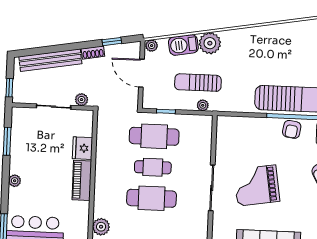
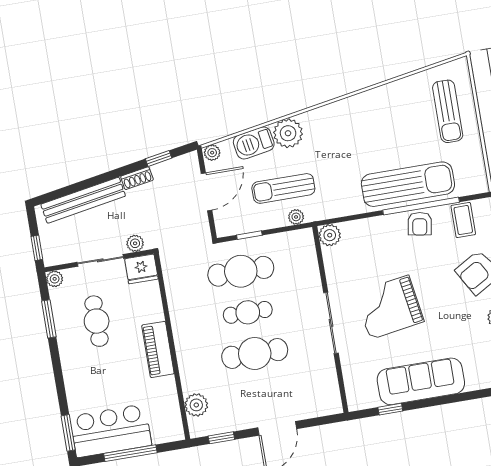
door: (141, 73) -> (206, 192), swing flipped
plant: (224, 124) -> (330, 235), added
fridge: (82, 148) -> (141, 269), moved, turned -90
cafe table: (41, 150) -> (97, 321), added
plant: (15, 181) -> (55, 279), moved

